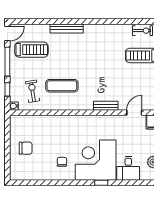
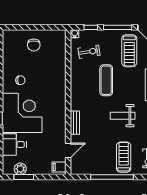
weight bench: (98, 57) -> (123, 116), added
exercise mat: (62, 86) -> (106, 80), moved
door: (134, 113) -> (68, 150), hinge flipped

